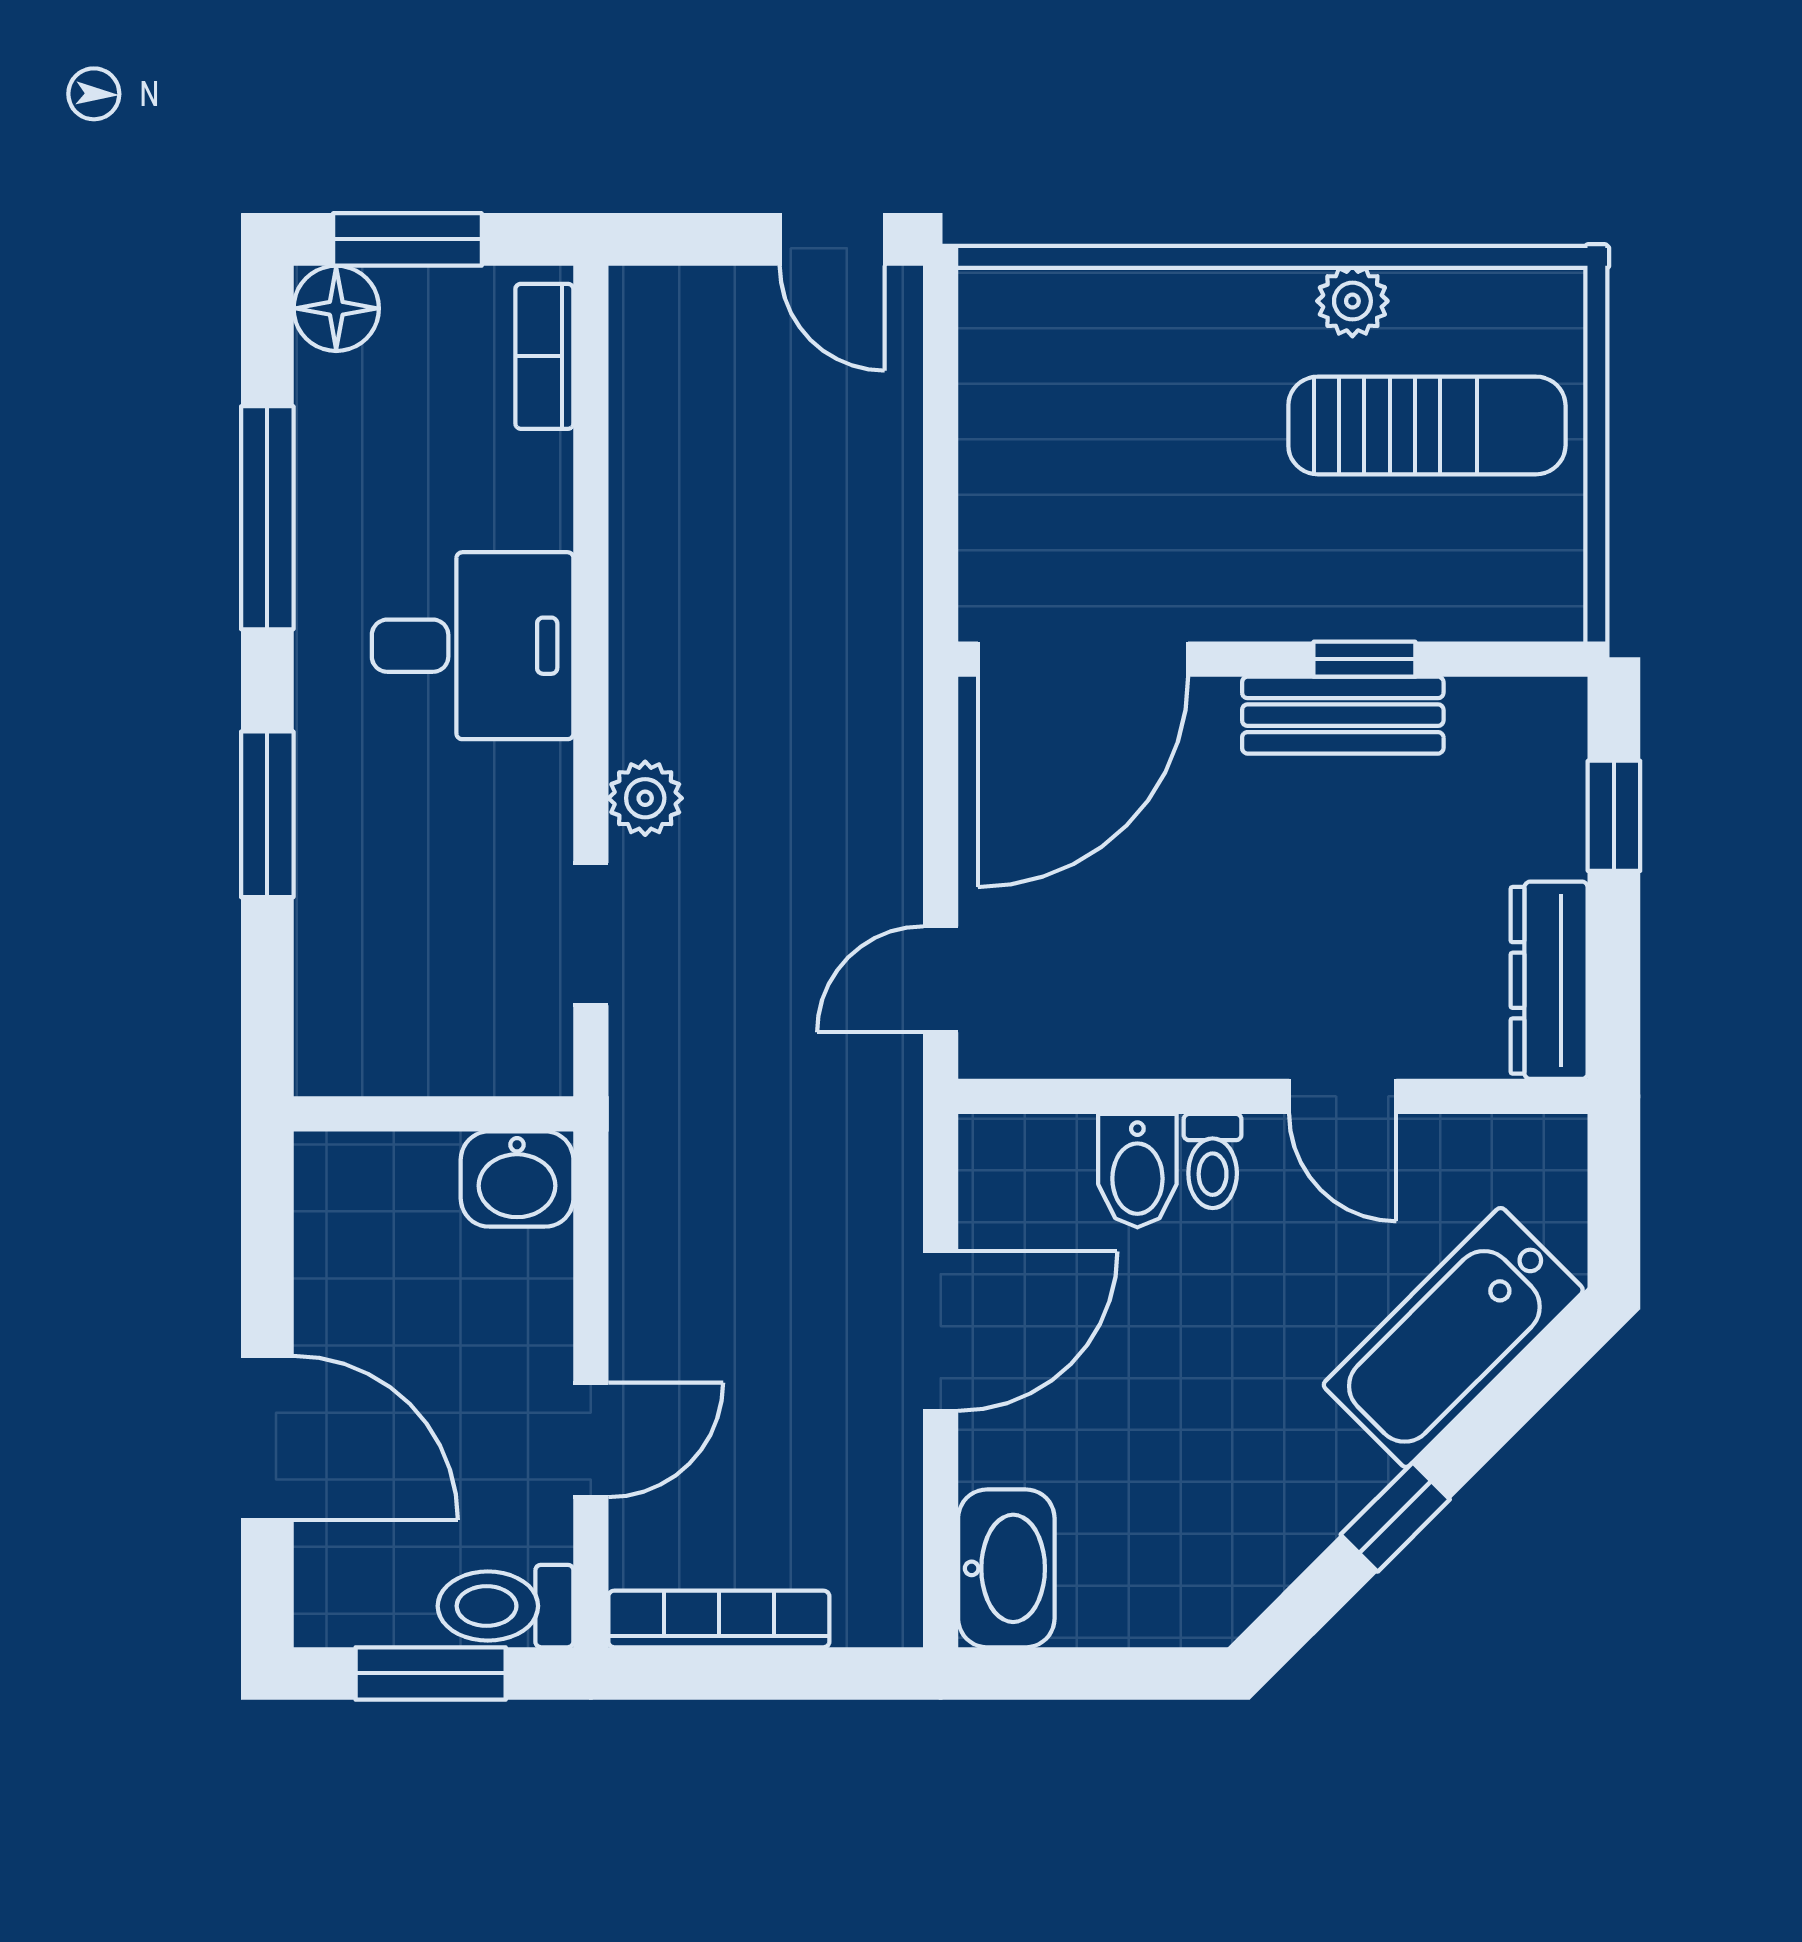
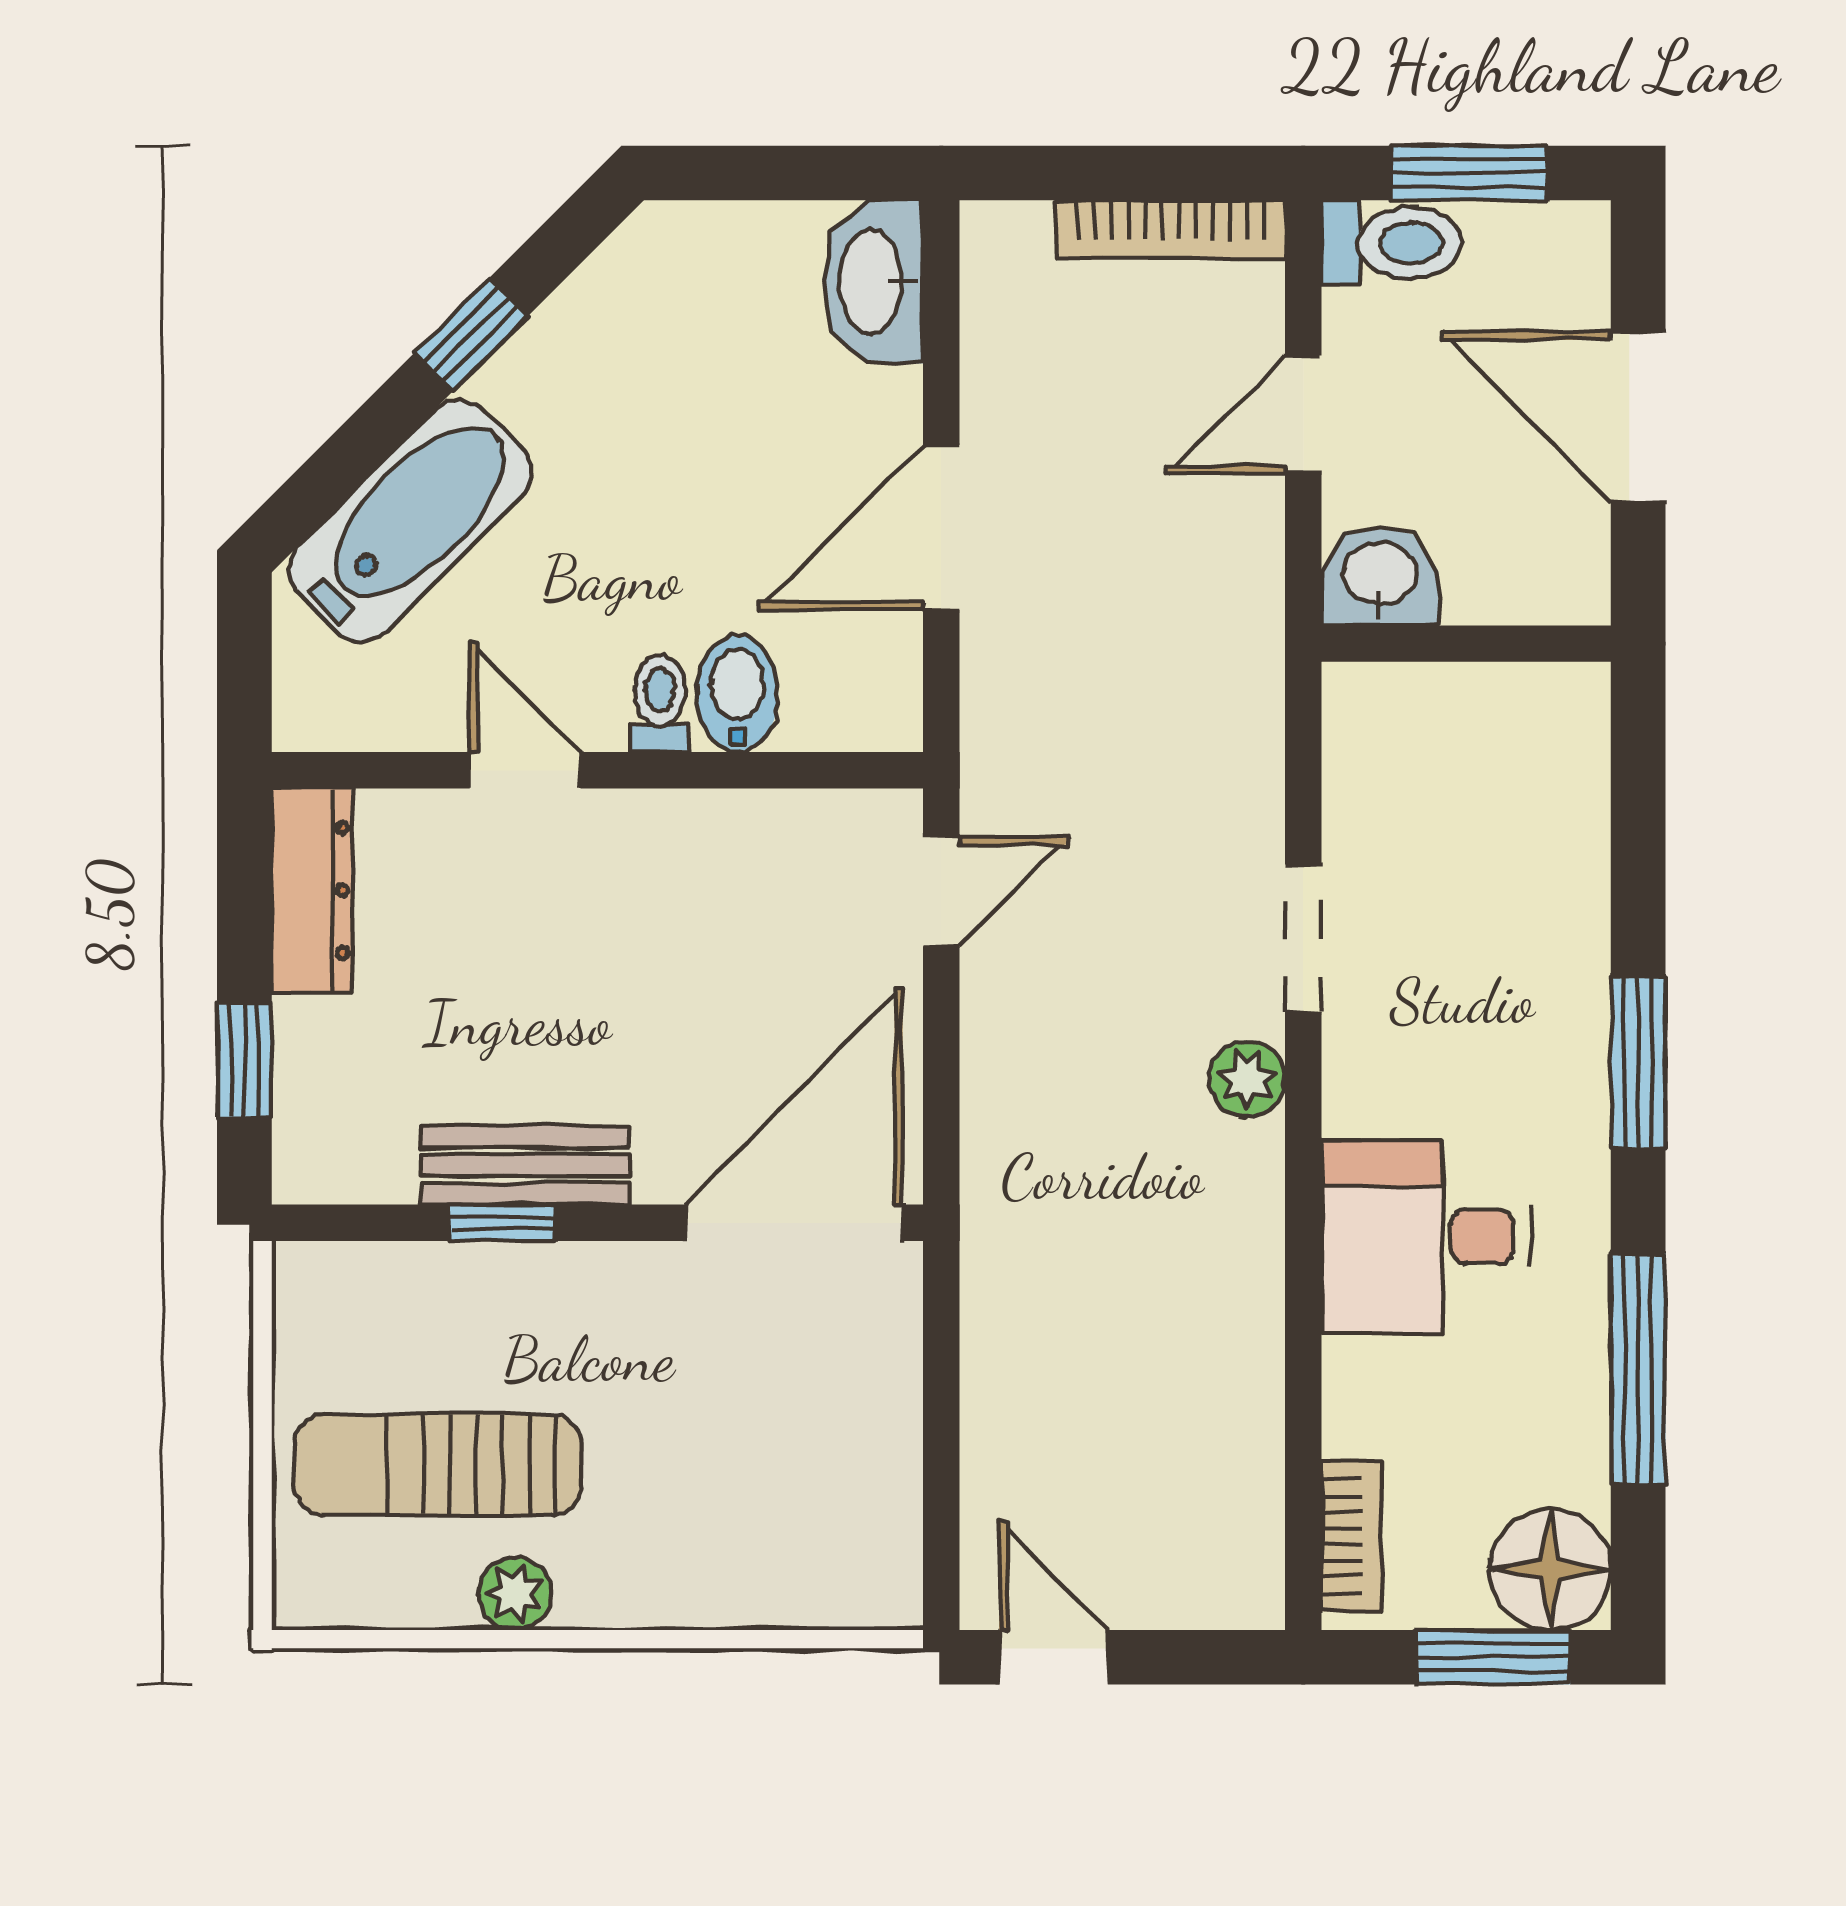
floor lamp: (336, 308) -> (1550, 1569), width x1.38, depth x1.38
wall: (433, 1114) -> (1466, 644), moved
washbasin: (517, 1179) -> (1380, 576), moved

